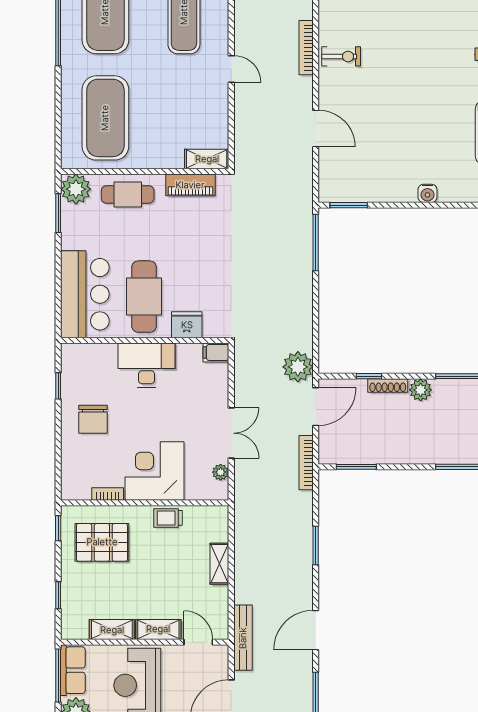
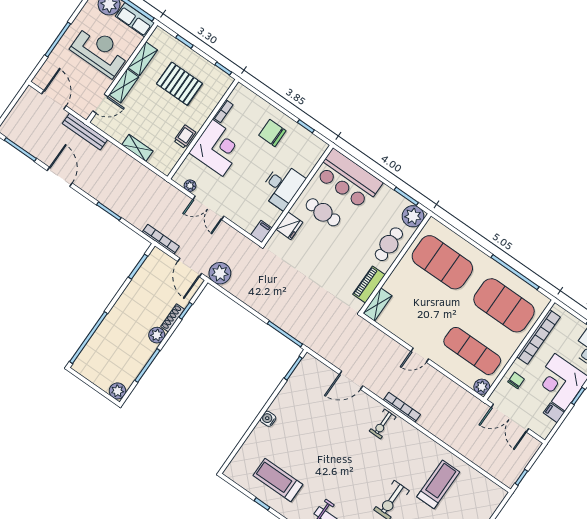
cafe table: (144, 297) -> (323, 212), width x0.73, depth x0.74
pallet: (102, 542) -> (179, 84), moved, turned 90

